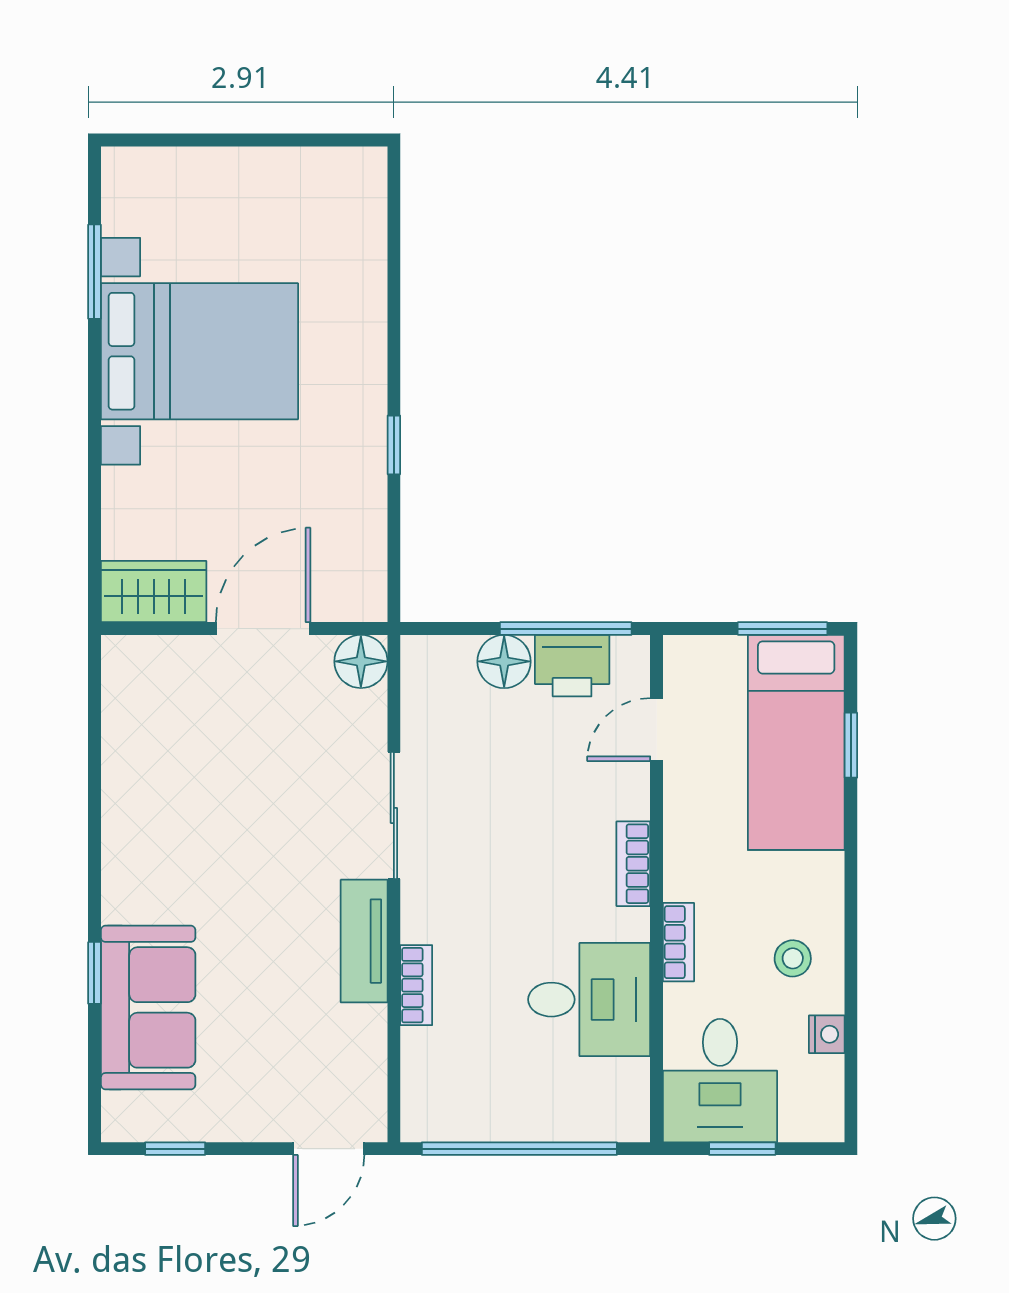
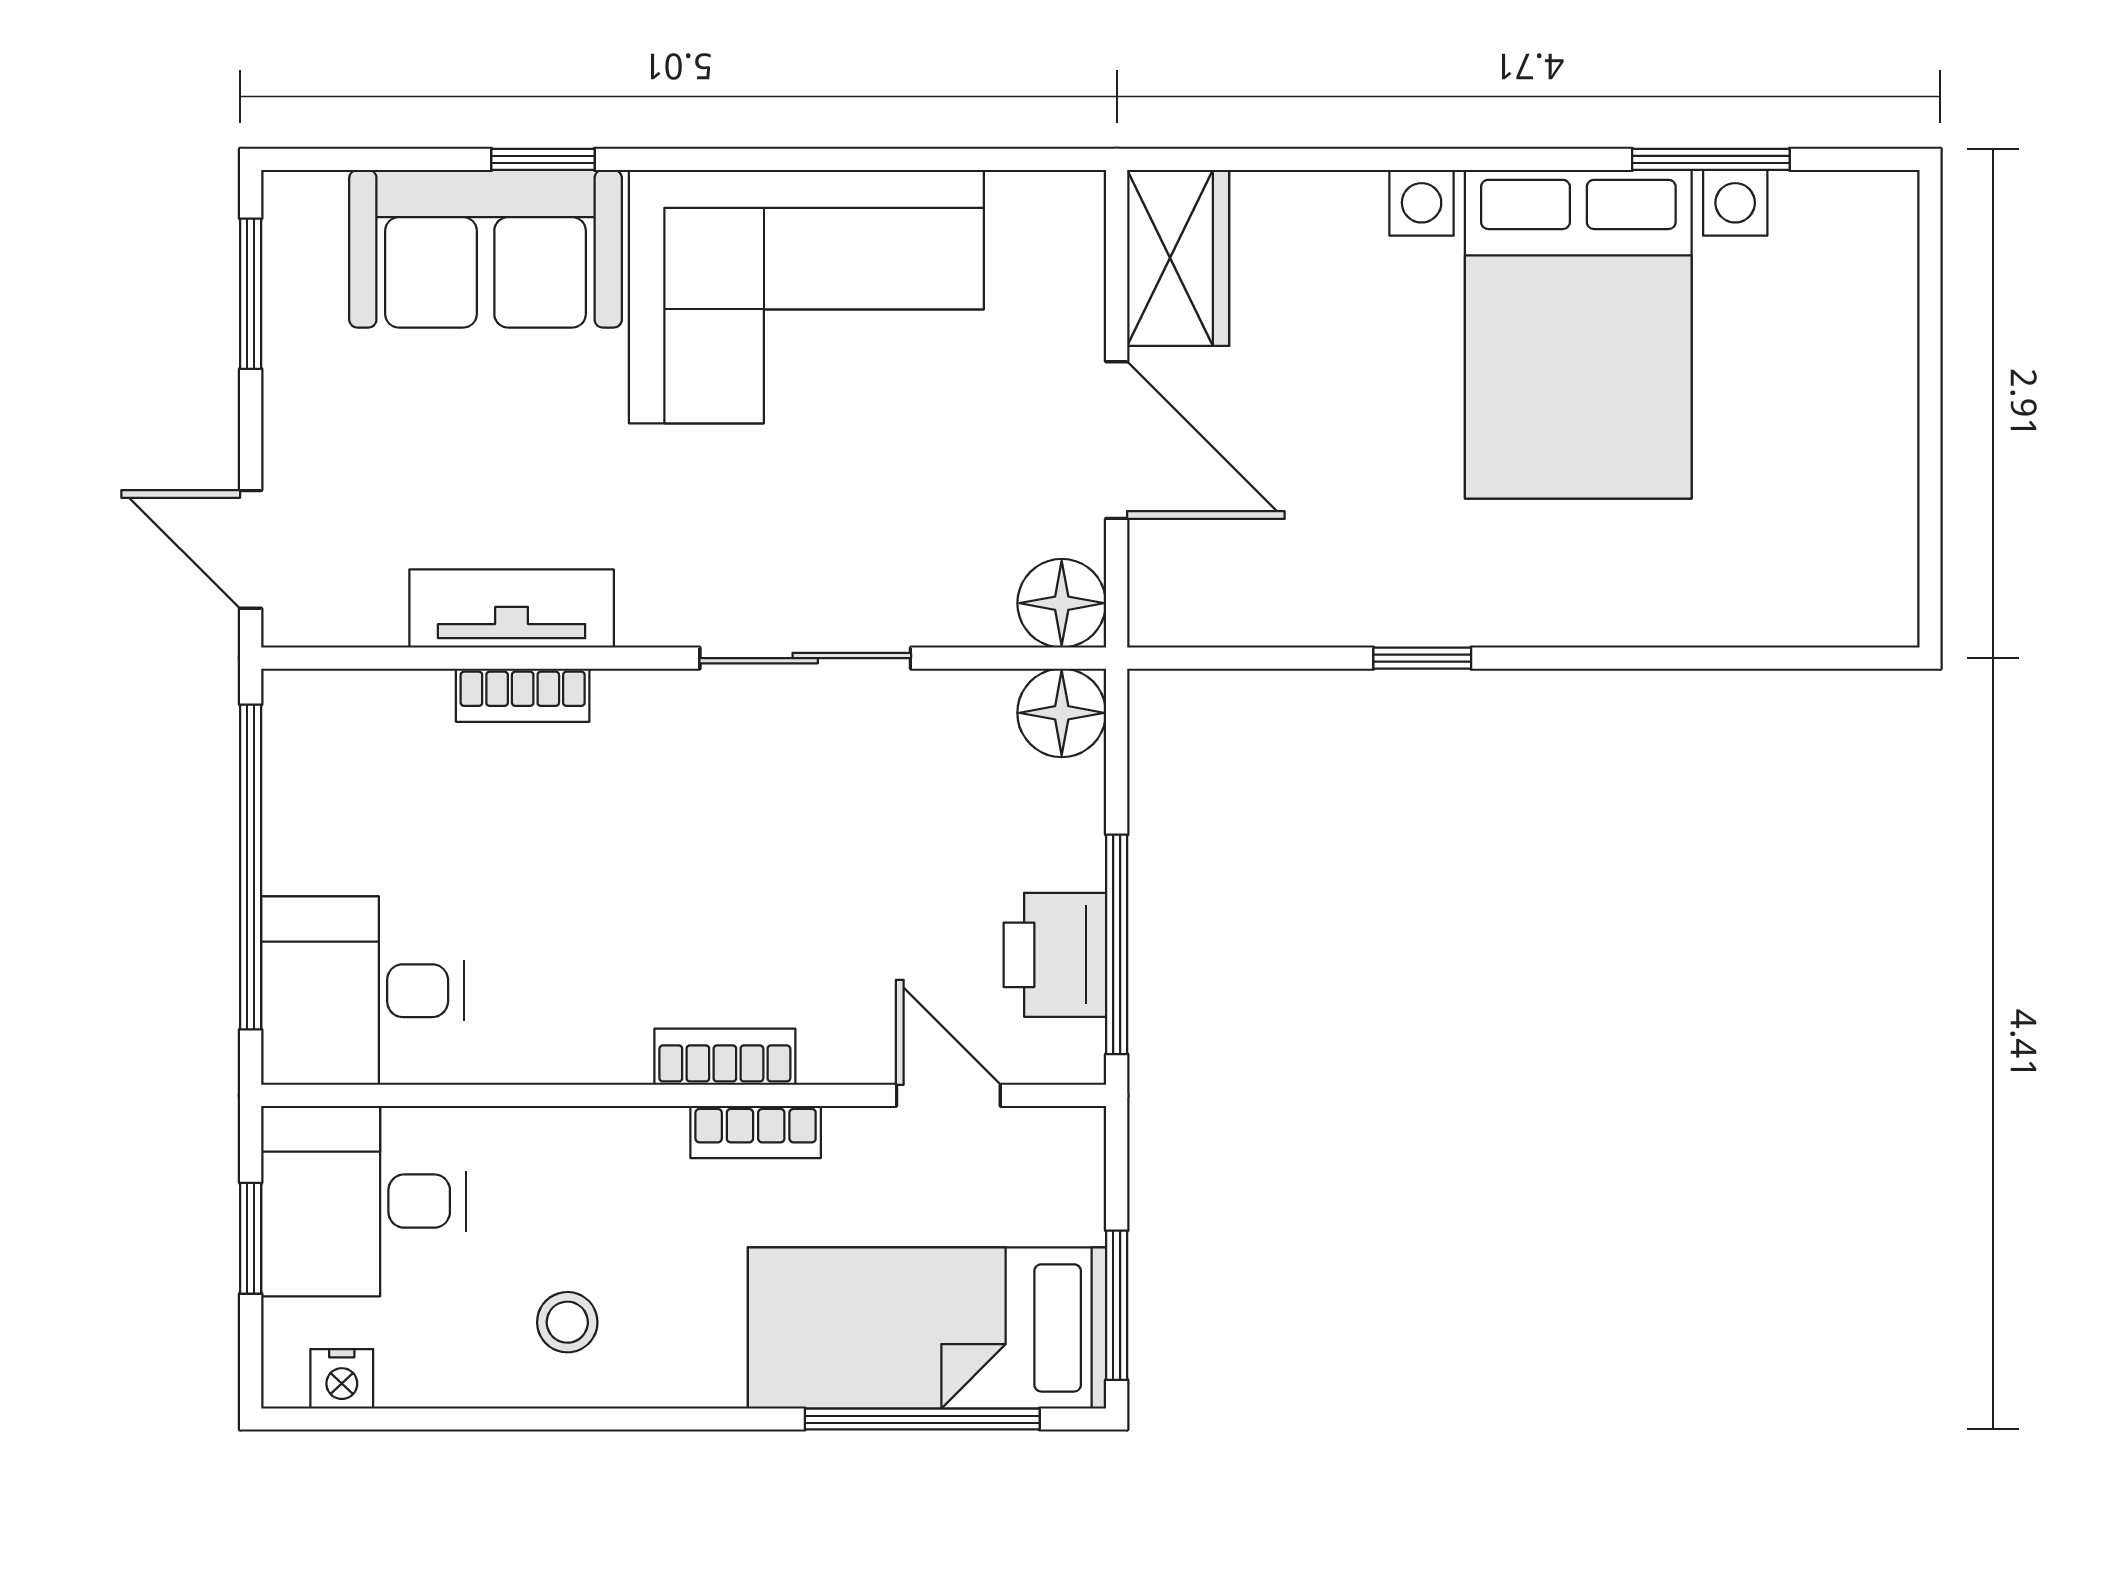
floor lamp: (504, 661) -> (1062, 713), moved
window: (851, 745) -> (922, 1419), width x2.17
corner sofa: (177, 815) -> (806, 297), added
tv unit: (364, 941) -> (512, 608), moved
bookcase: (678, 942) -> (756, 1132), moved
desk: (589, 1000) -> (363, 991), moved, turned 90
nightstand: (827, 1034) -> (342, 1379), moved
window: (175, 1149) -> (251, 294), width x1.50

